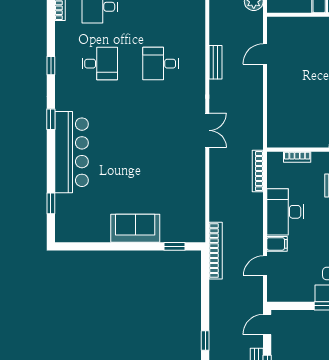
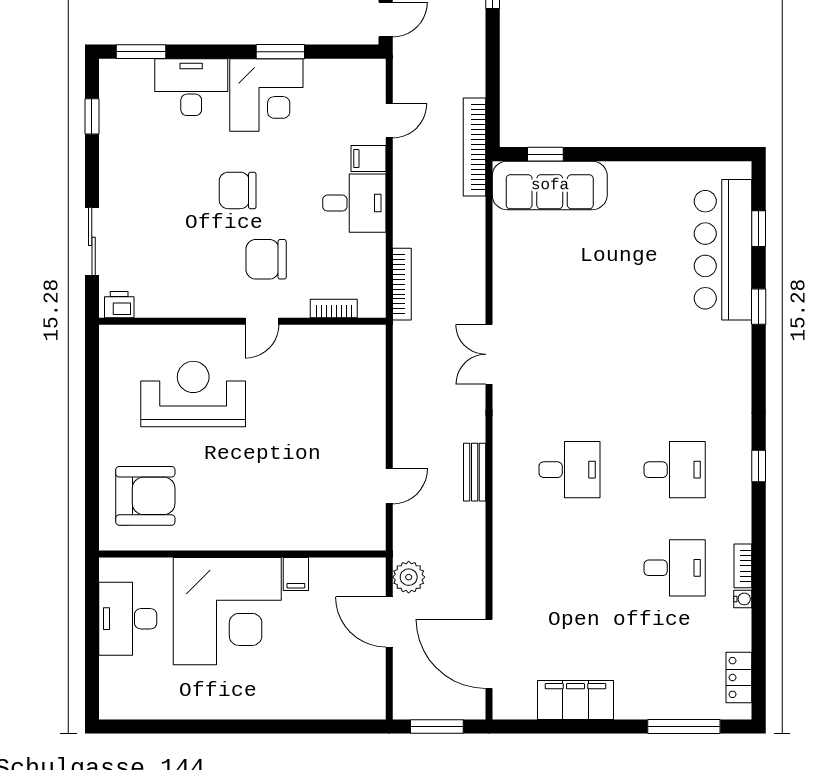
desk: (100, 64) -> (675, 470), turned 180
window: (51, 119) -> (759, 307), moved
bar counter: (72, 152) -> (723, 250), moved
desk: (285, 212) -> (354, 203), width x0.73
sofa: (135, 228) -> (550, 185), moved, width x1.36

